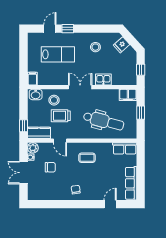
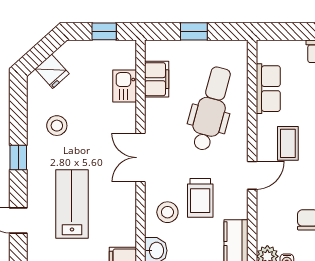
window: (68, 29) -> (18, 157), moved
kitchen sink: (103, 80) -> (125, 86), moved
filing cabinet: (128, 95) -> (157, 79), moved
door: (60, 141) -> (252, 175), moved
row of seats: (125, 148) -> (268, 89), moved

